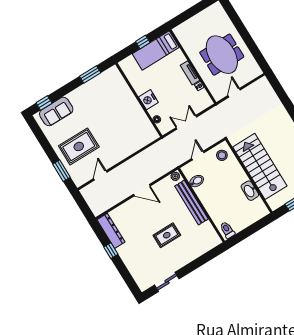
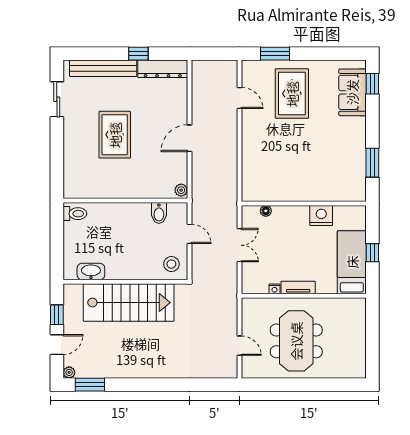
meeting table: (222, 55) -> (296, 341), turned 90
door: (234, 93) -> (240, 346), moved
nightstand: (148, 100) -> (321, 216), moved
washbasin: (250, 191) -> (91, 272), moved
bench: (191, 203) -> (103, 68), moved
rug: (167, 235) -> (115, 135), width x1.36, depth x1.43

